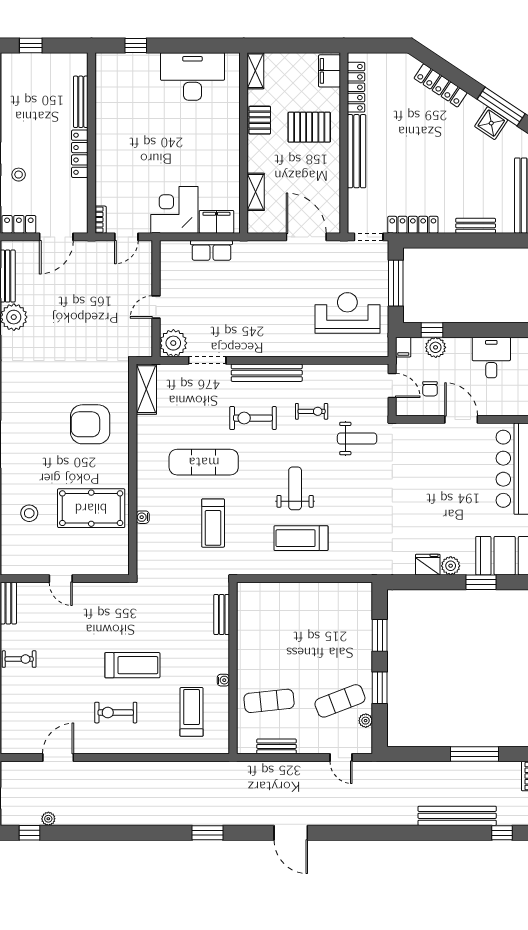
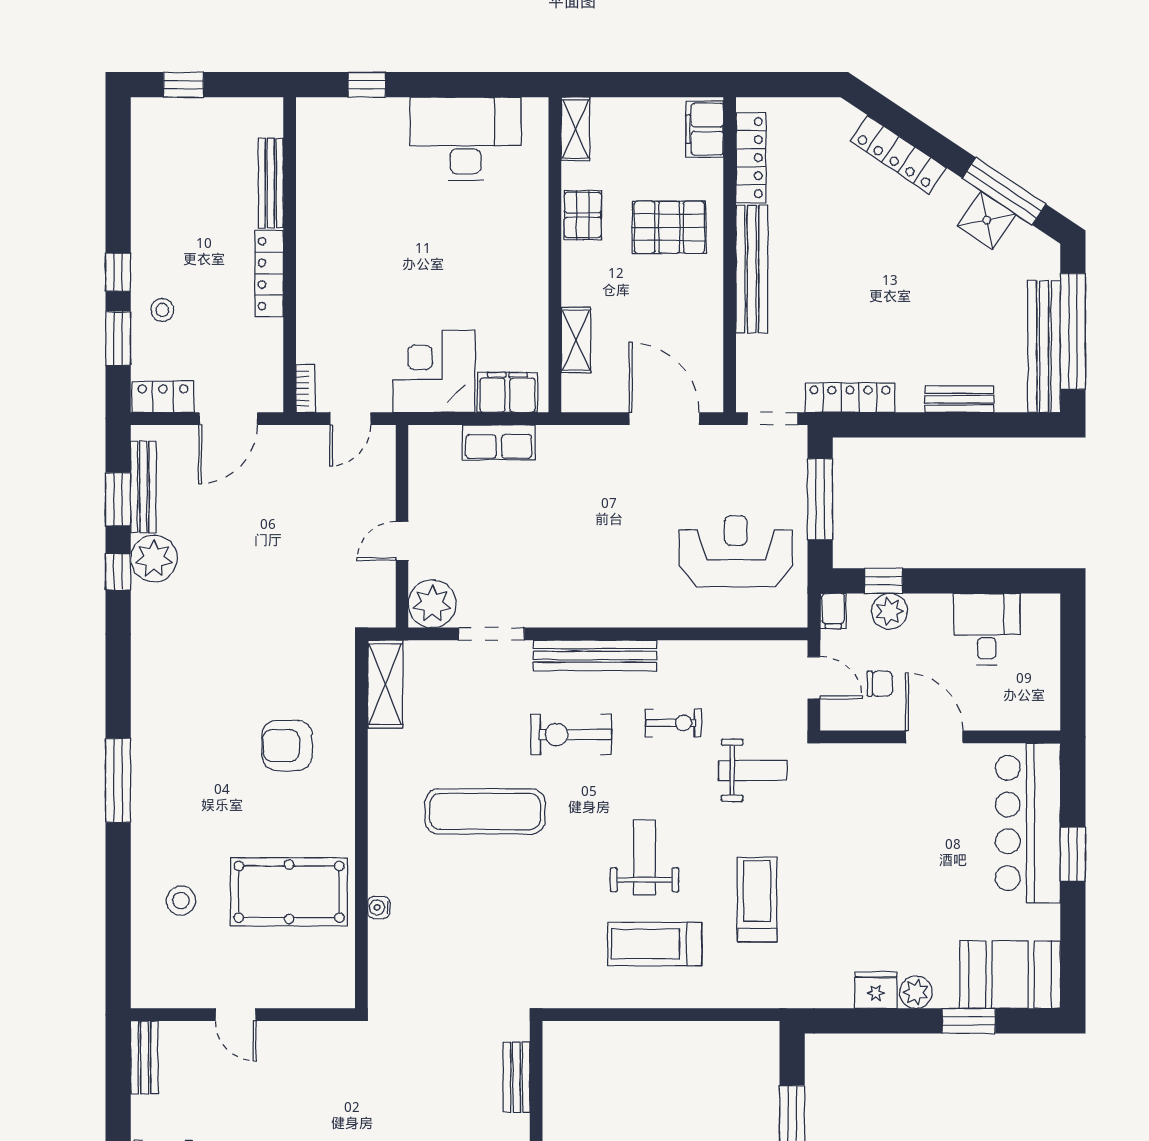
chair: (430, 389) -> (880, 684), turned -90
armchair: (90, 424) -> (287, 746), width x0.73, depth x0.73
treadmill: (213, 523) -> (757, 899), moved, turned 180

